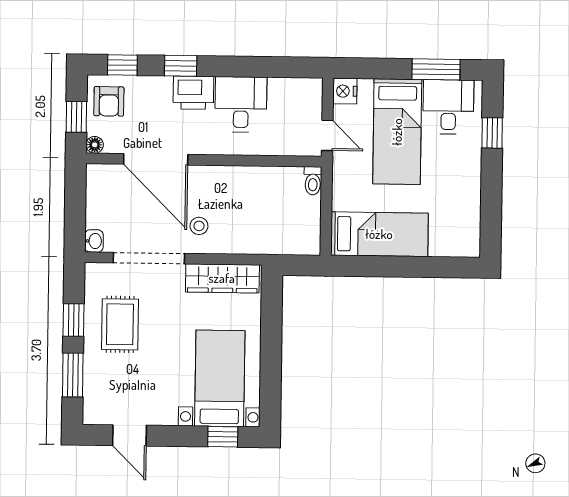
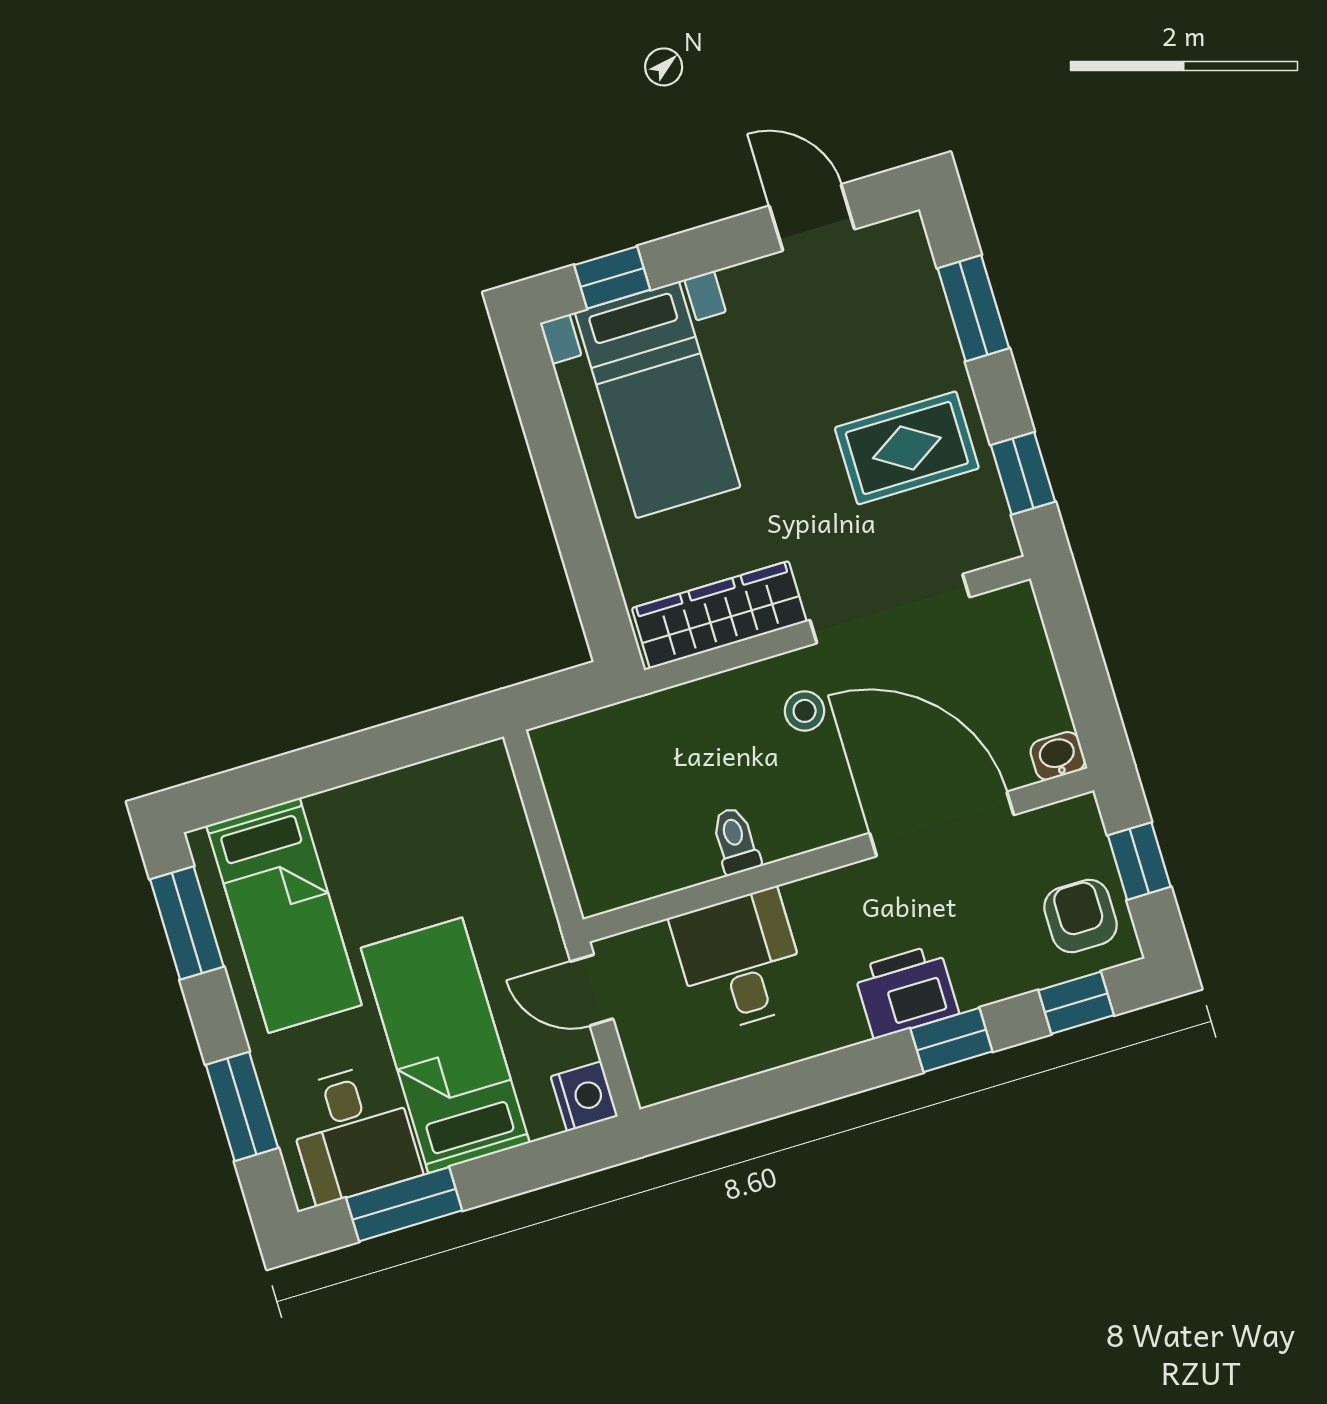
desk: (241, 104) -> (740, 961), moved, turned 180
window: (492, 133) -> (242, 1106), width x1.50
floor lamp: (95, 145) -> (1081, 814), removed
toilet: (313, 181) -> (735, 841), moved
window: (491, 219) -> (187, 923), added
bed: (379, 234) -> (284, 915), moved, turned -90
washbasin: (94, 241) -> (1058, 756), moved, turned 90
window: (74, 320) -> (1023, 473), moved
rug: (120, 324) -> (907, 448), turned 90

